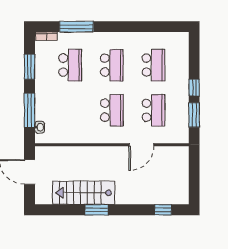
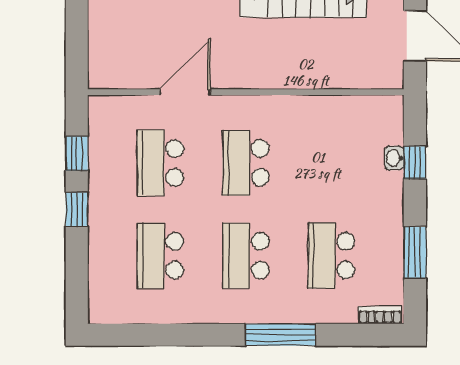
window: (76, 27) -> (280, 335), moved
window: (30, 110) -> (415, 163), width x0.46
window: (194, 115) -> (77, 153), width x0.67
washbasin: (40, 127) -> (394, 158), moved

